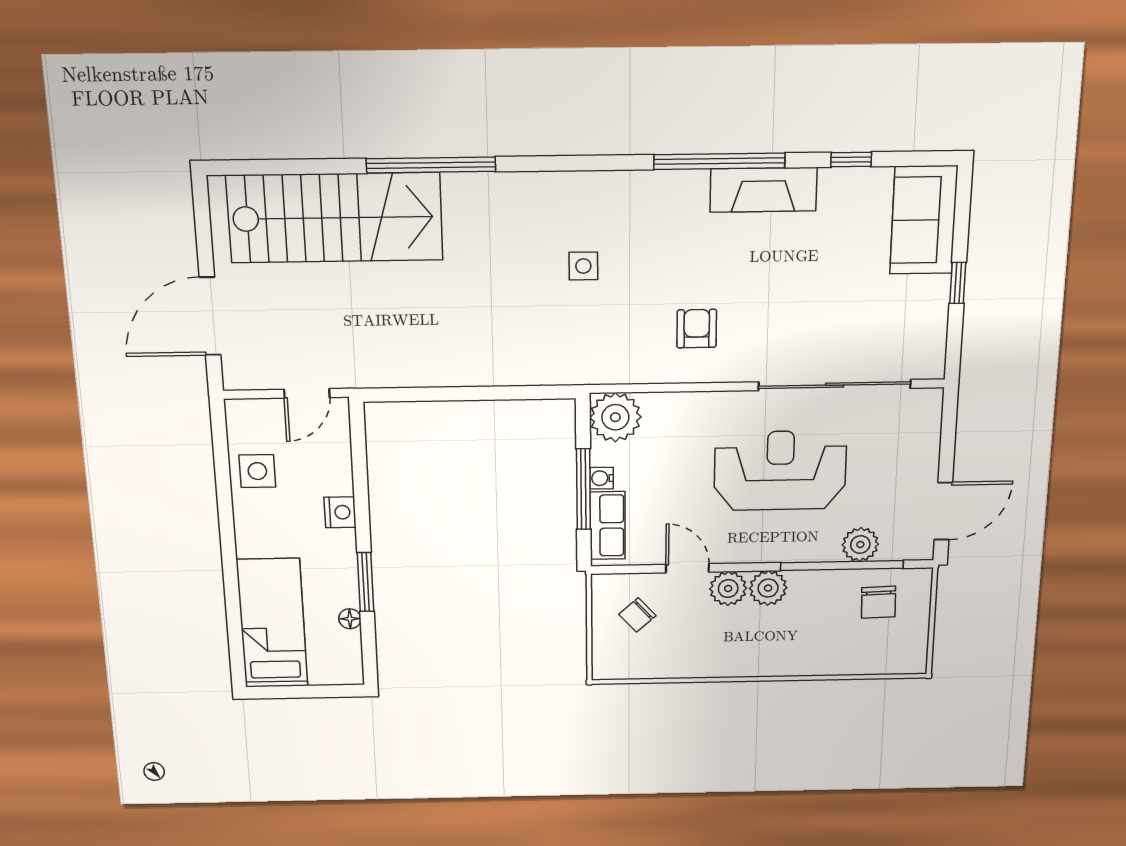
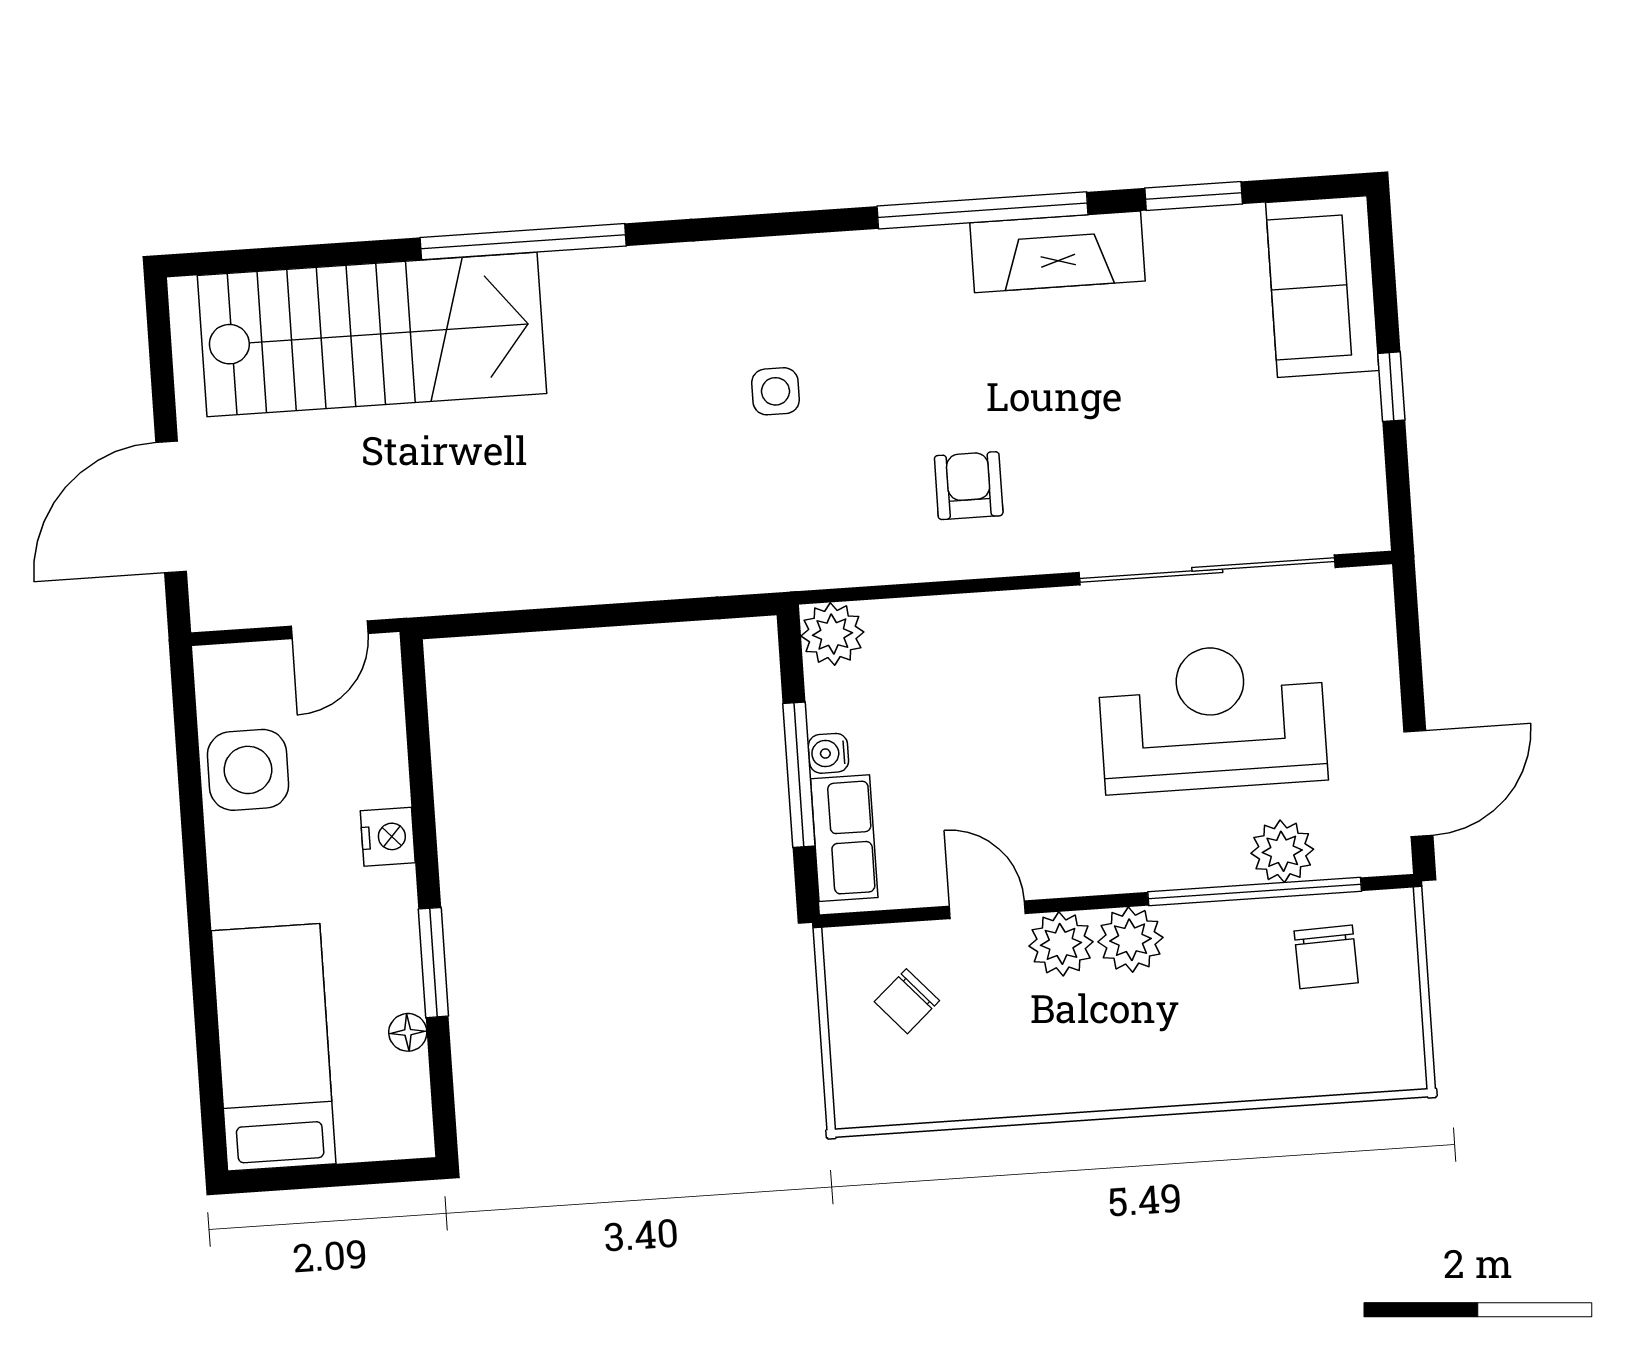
window: (851, 160) -> (1194, 196), width x1.50
plant: (615, 417) -> (832, 634), width x0.73, depth x0.73
side table: (257, 471) -> (248, 770), width x1.37, depth x1.37
reception desk: (780, 471) -> (1212, 718), moved

